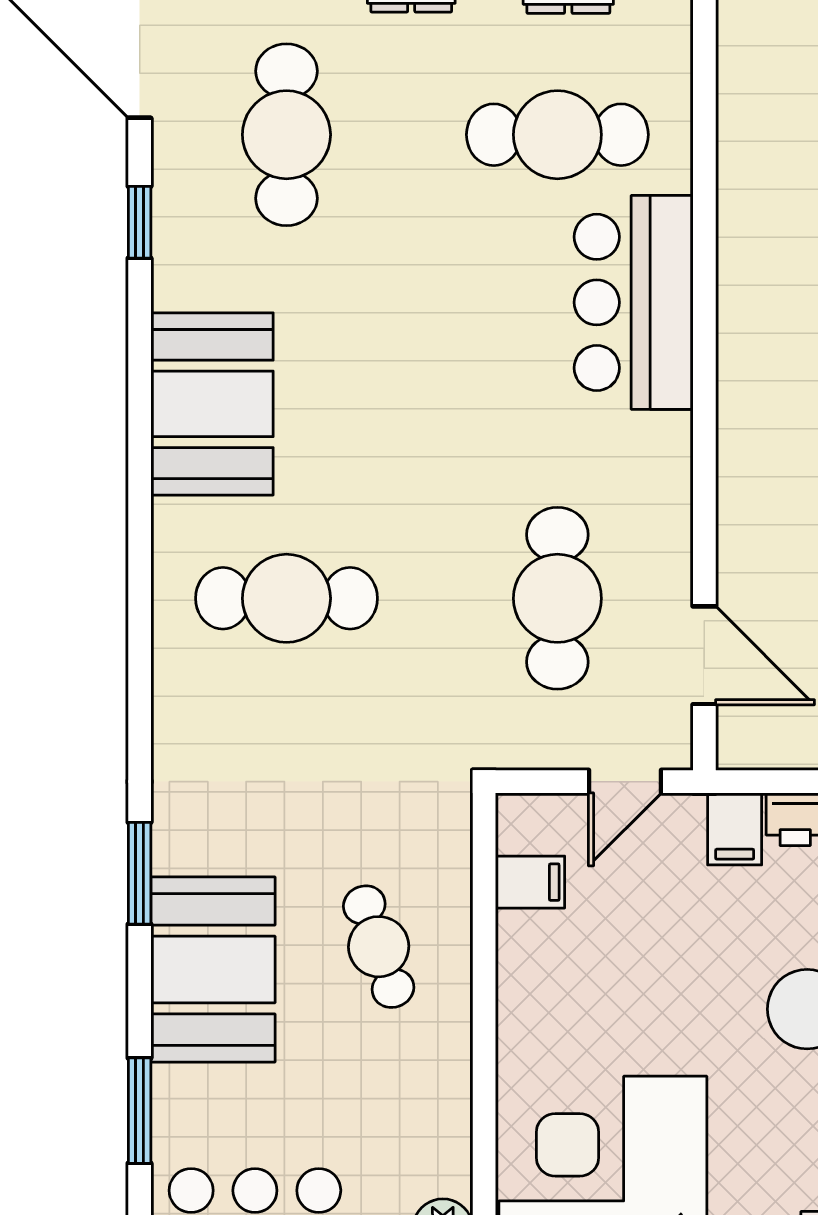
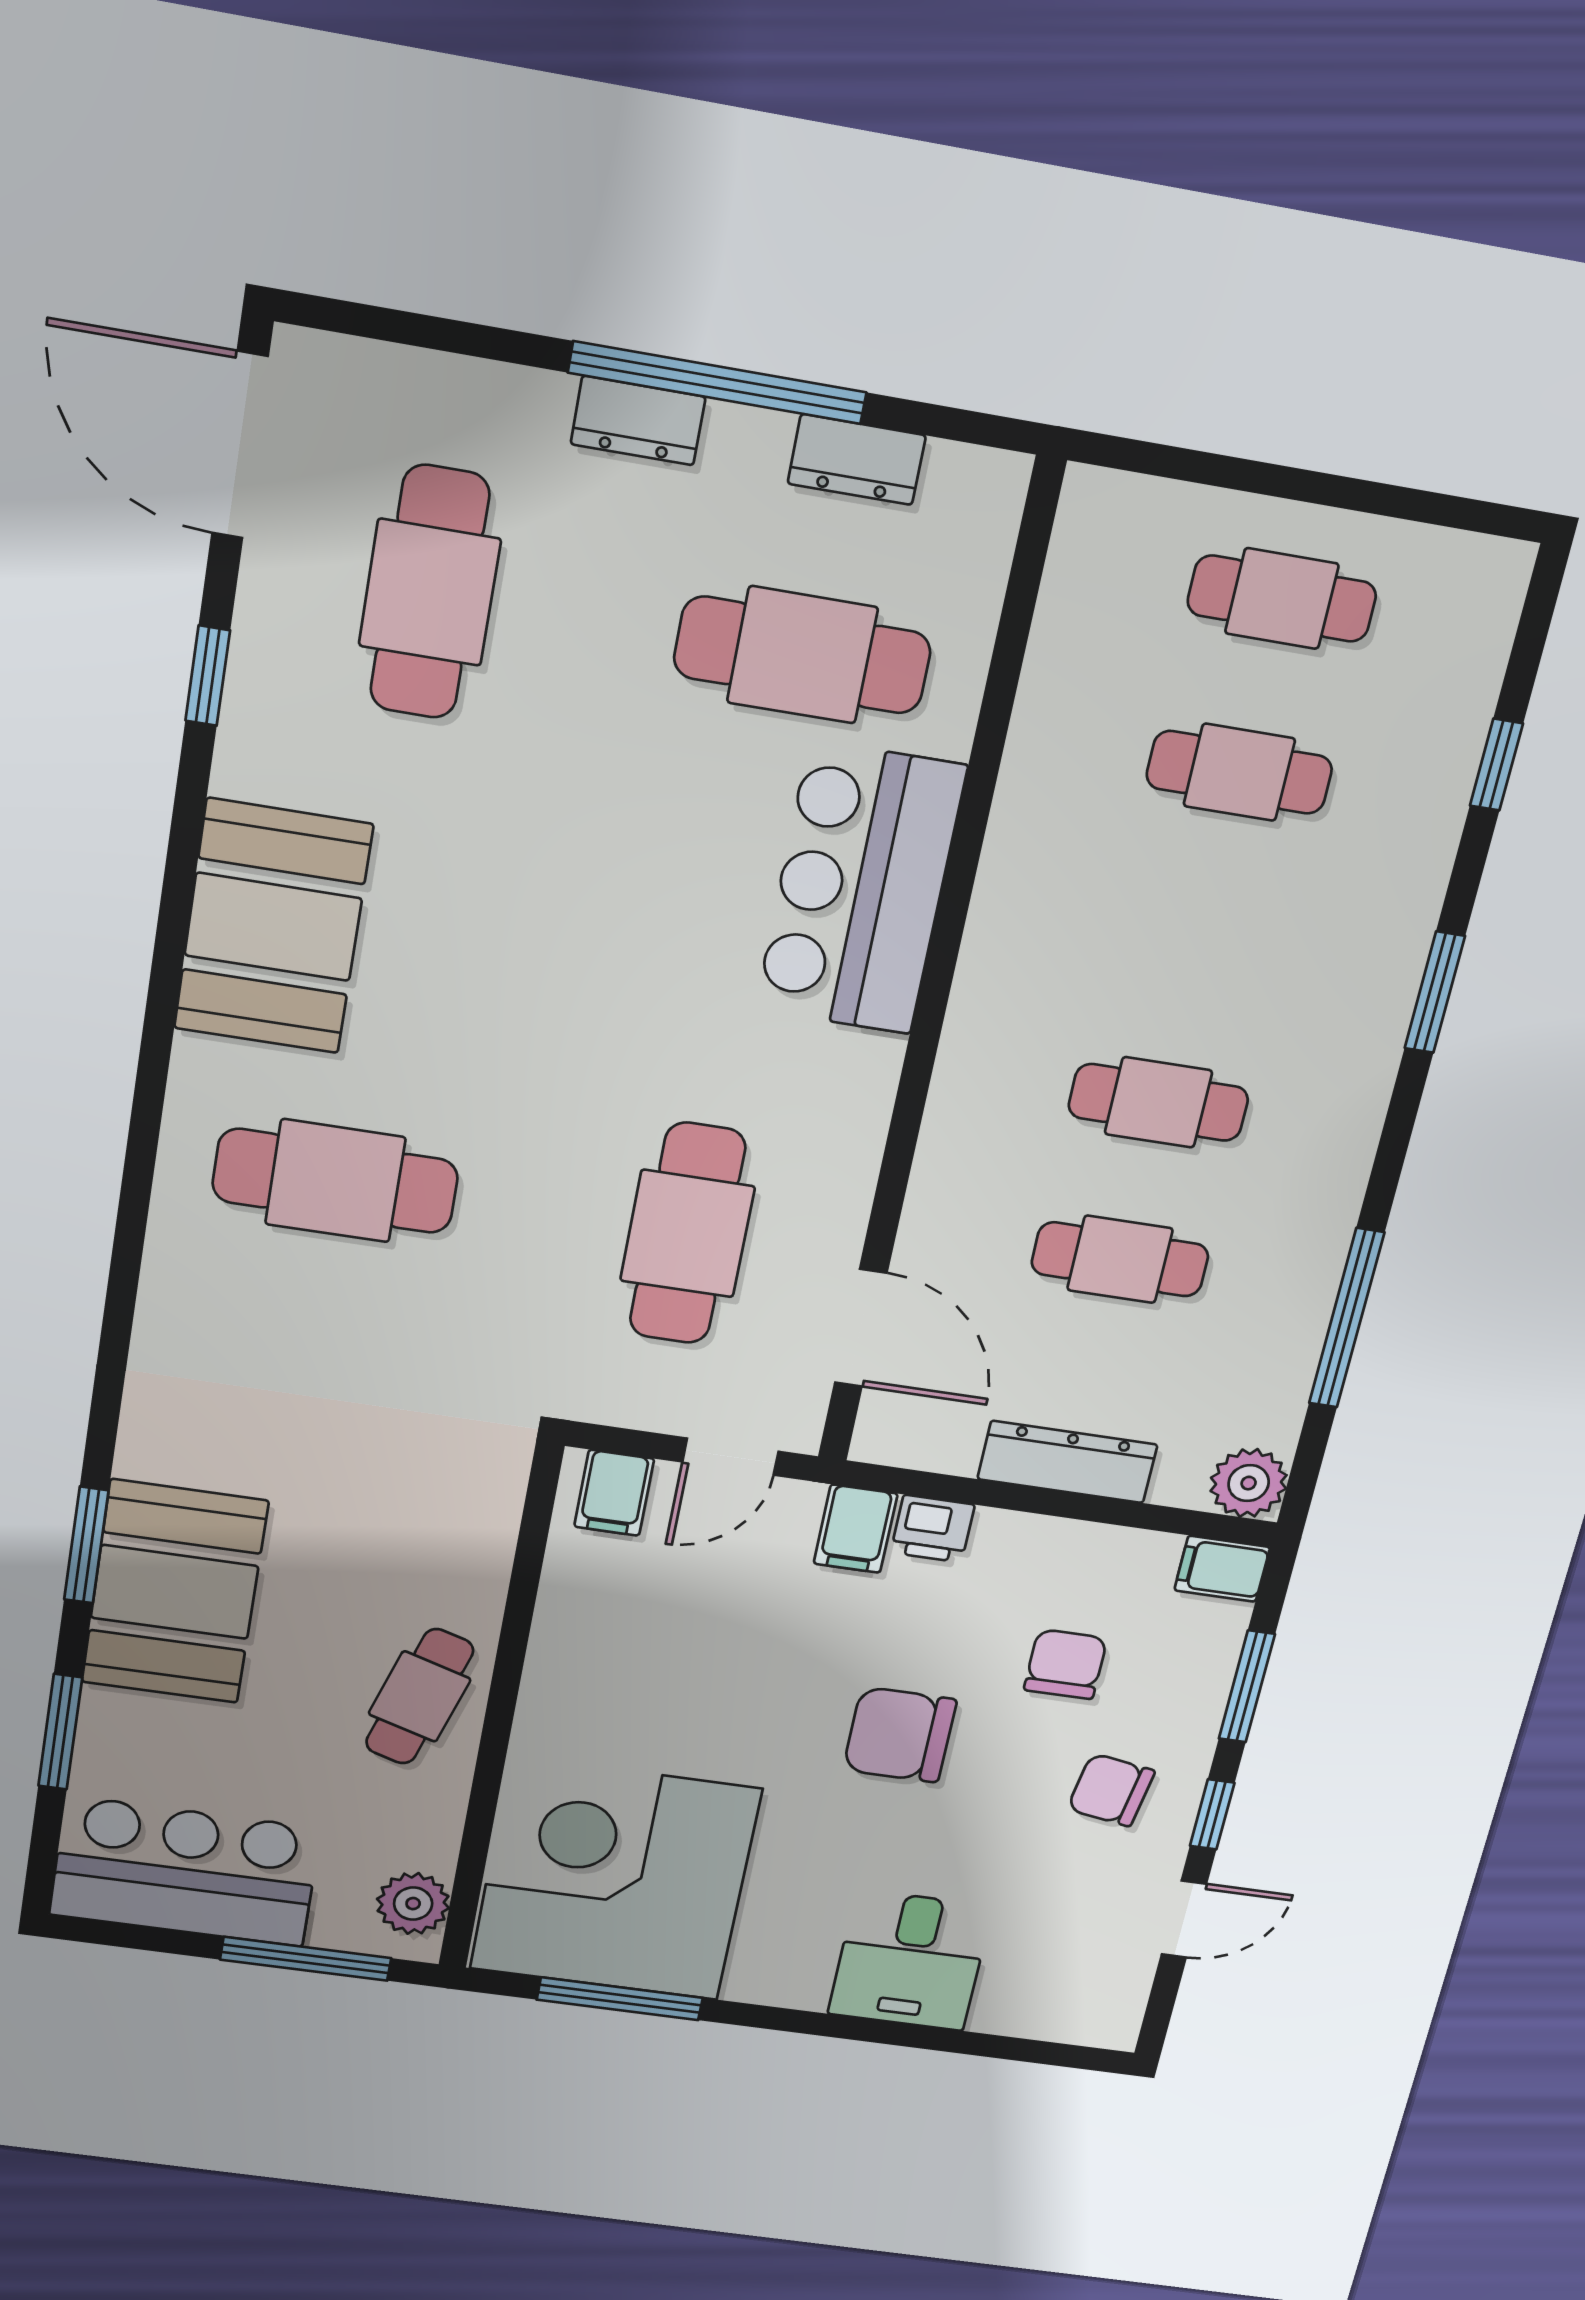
window: (140, 873) -> (86, 1545), moved
filing cabinet: (530, 882) -> (614, 1493), moved, turned 90
cafe table: (379, 947) -> (420, 1697), moved, turned 36

